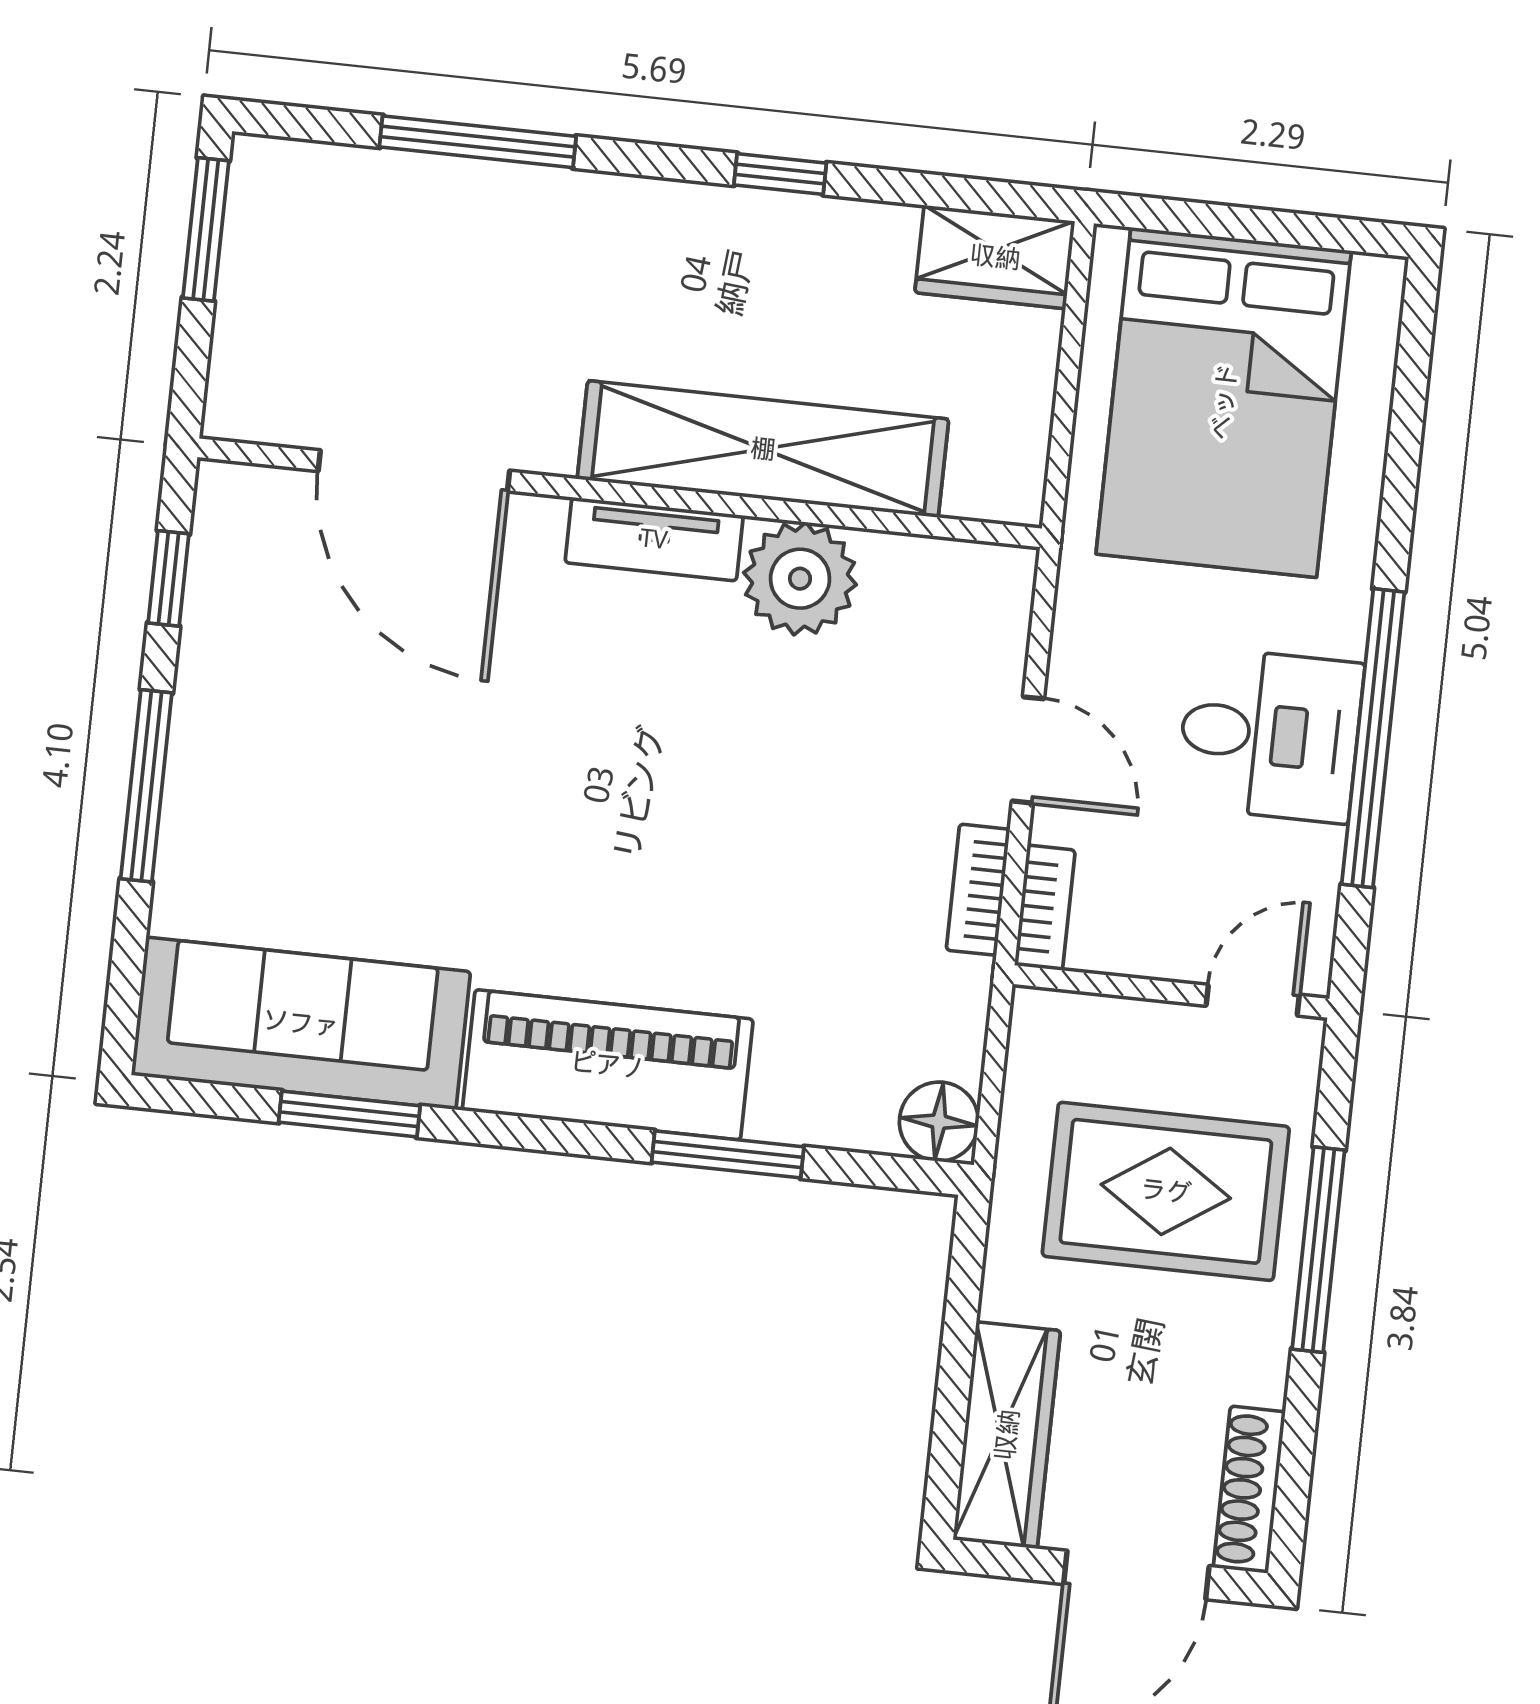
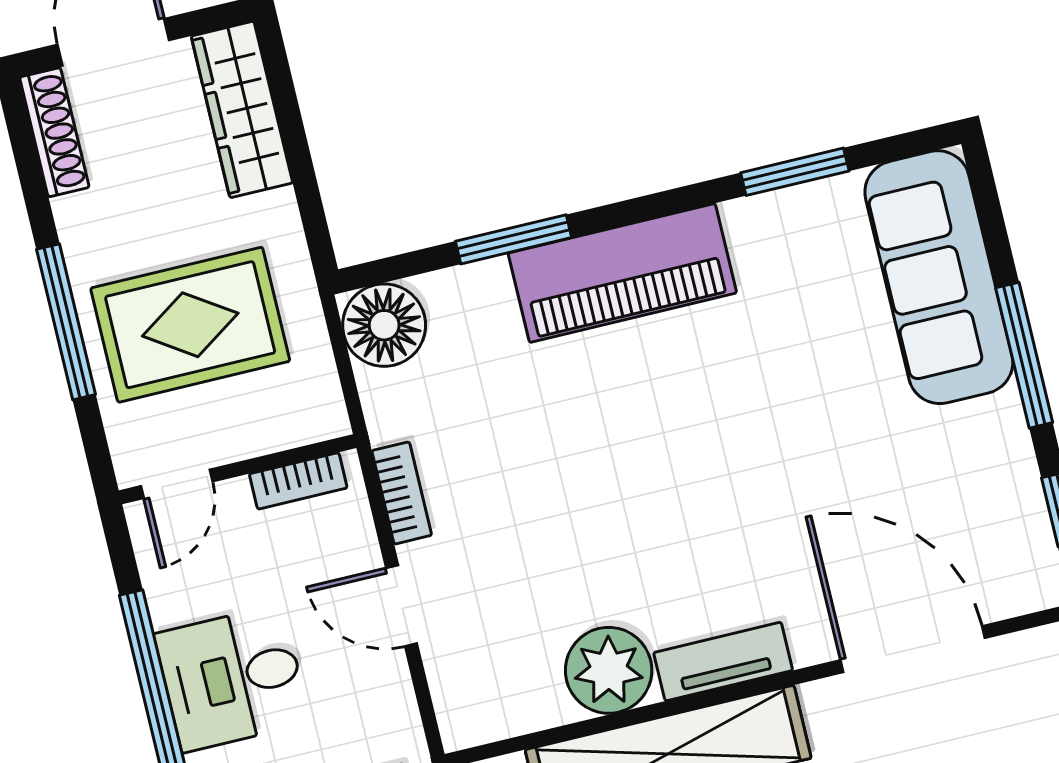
bookcase: (1045, 908) -> (298, 481), moved, turned -90
sofa: (301, 1023) -> (939, 277), moved, turned 90
floor lamp: (939, 1122) -> (384, 325), width x1.38, depth x1.38

